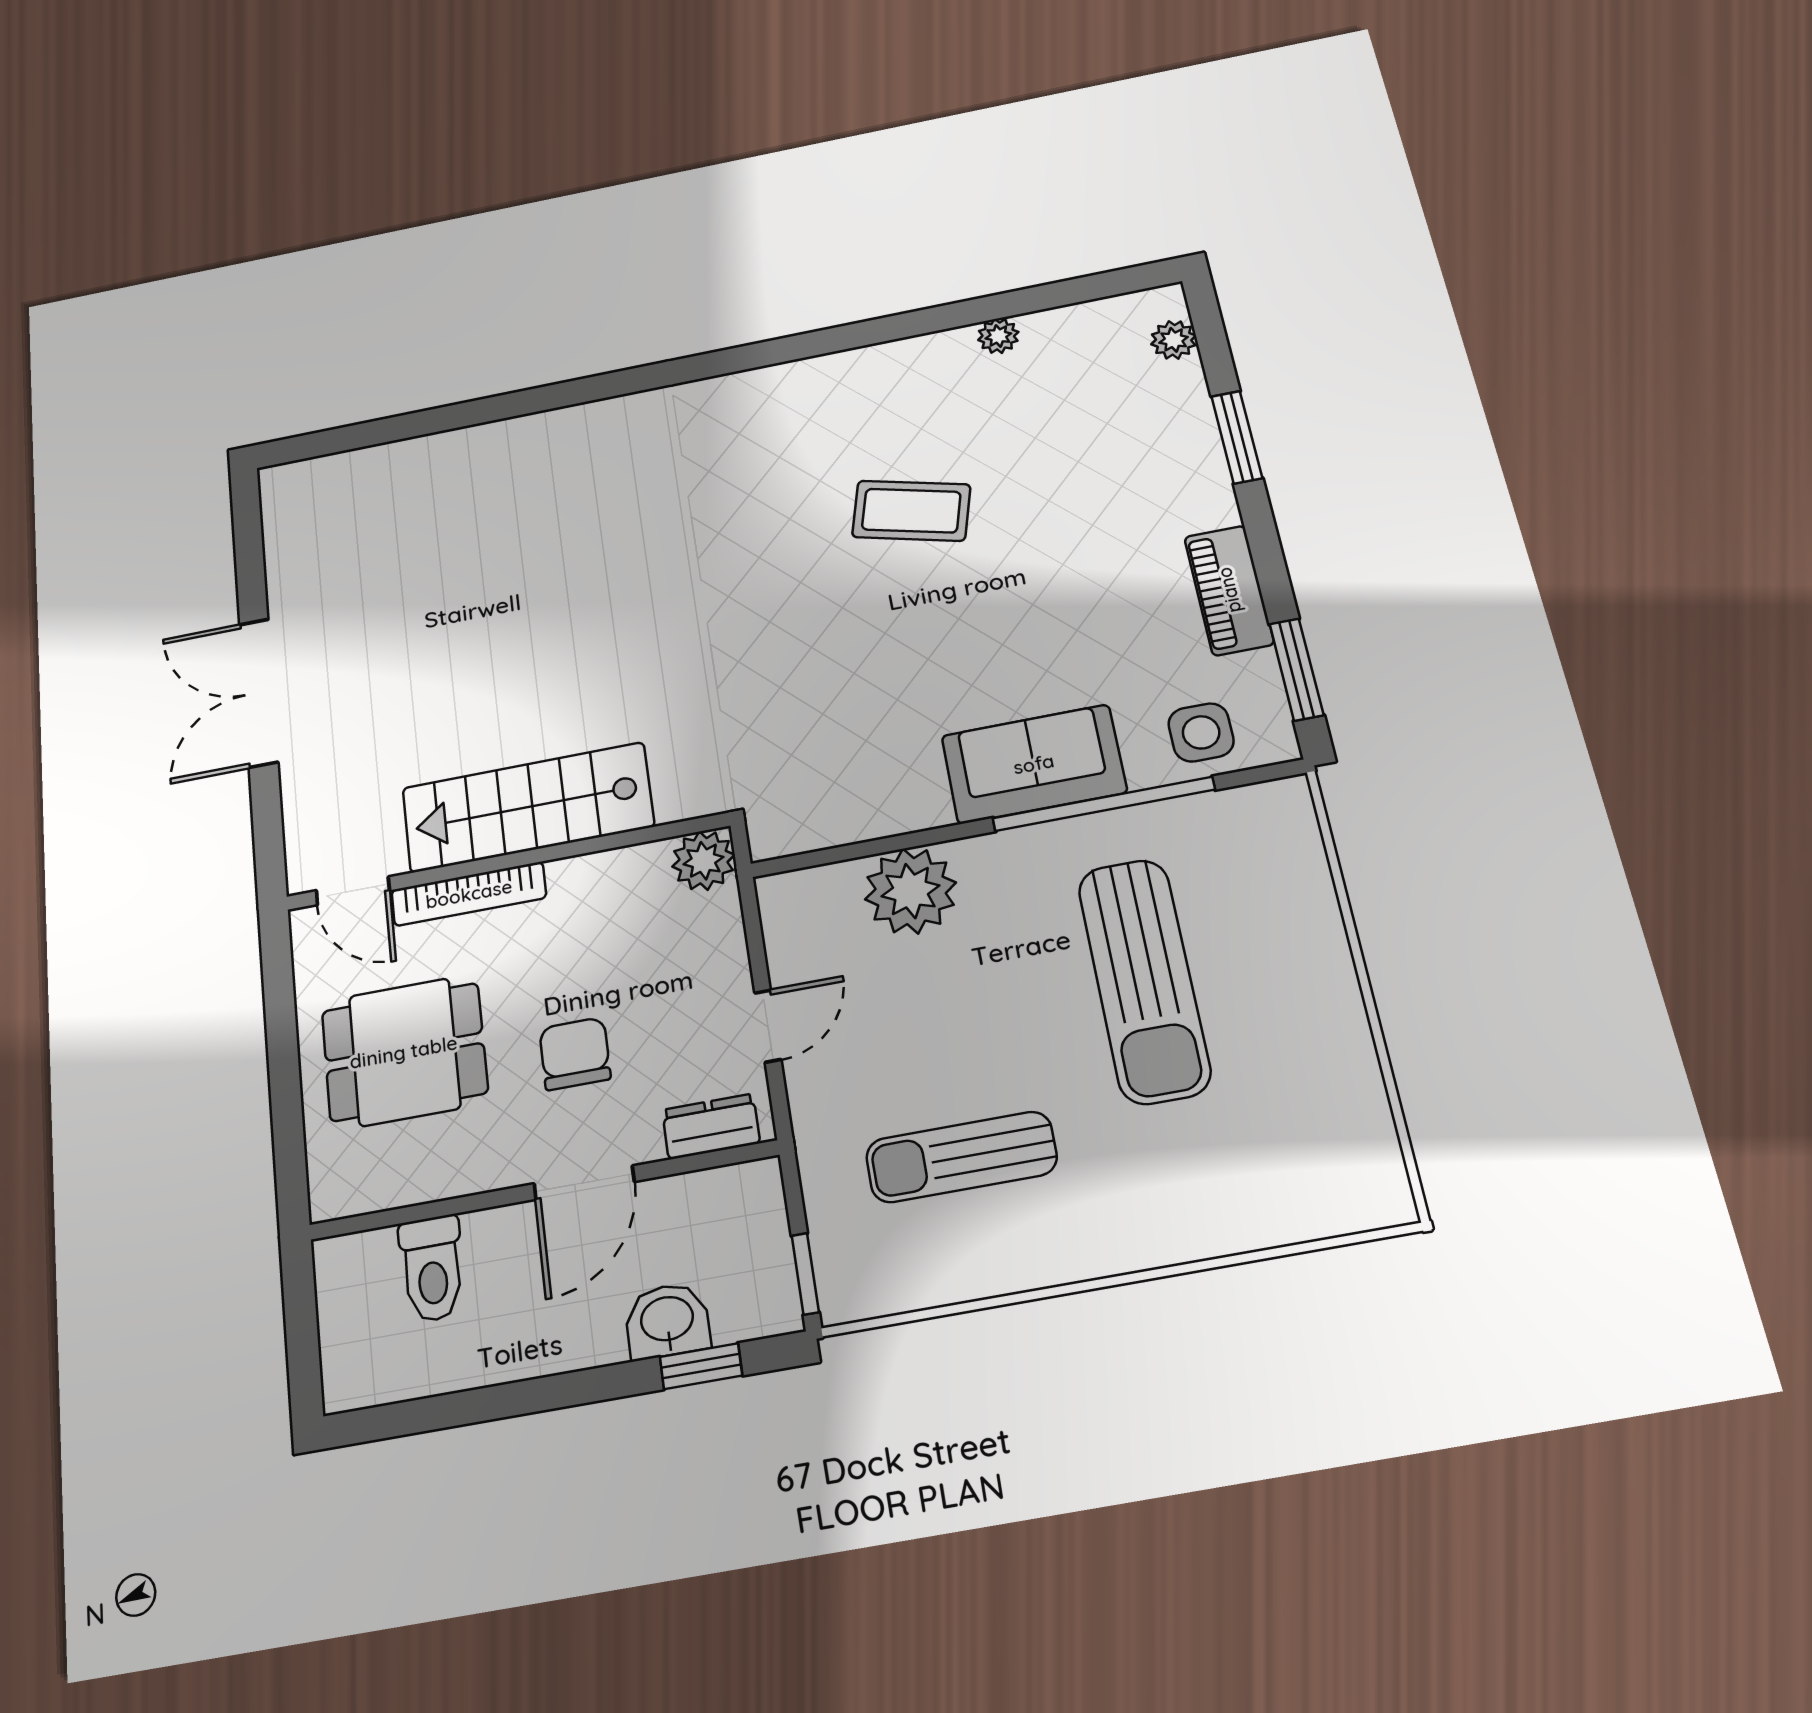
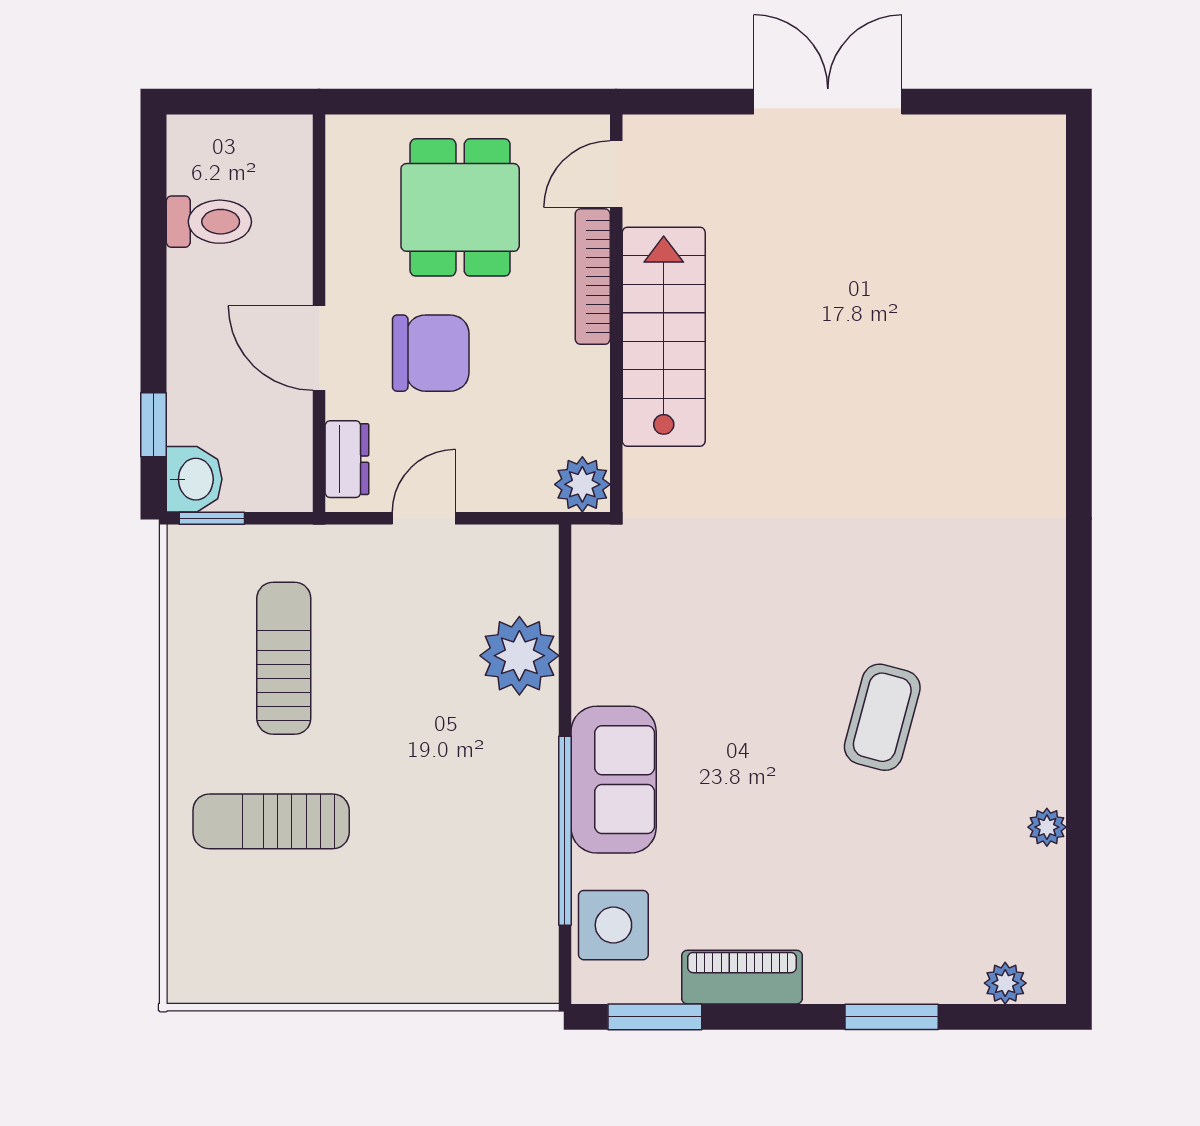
side table: (1201, 732) -> (613, 925), width x1.37, depth x1.37
sun lounger: (1144, 980) -> (271, 821), moved, width x0.73, depth x0.75
door: (768, 1026) -> (424, 518), swing flipped
chair: (575, 1054) -> (431, 353), width x1.37, depth x1.37
toilet: (432, 1269) -> (209, 222), moved, turned 180
washbasin: (667, 1321) -> (194, 479), moved

